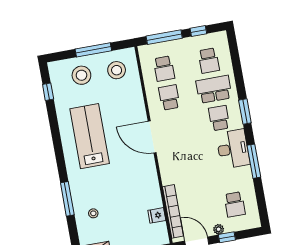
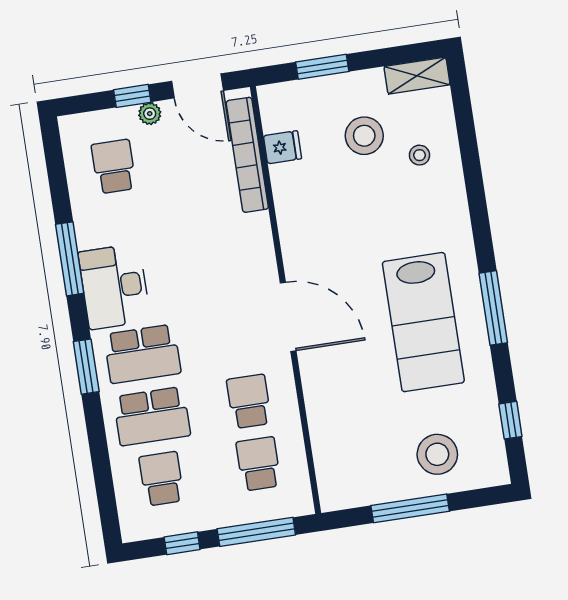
stool: (117, 70) -> (364, 136), moved
school desk: (169, 97) -> (249, 401), turned 180
school desk: (219, 118) -> (142, 354), width x1.85
window: (67, 199) -> (493, 308), moved

